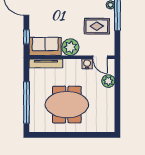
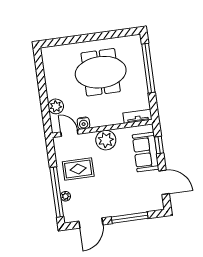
sofa: (45, 46) -> (146, 152), moved, turned 90
tv unit: (46, 63) -> (138, 116), width x0.71

